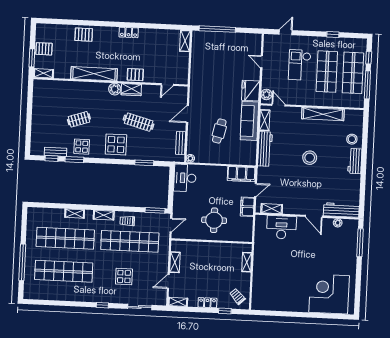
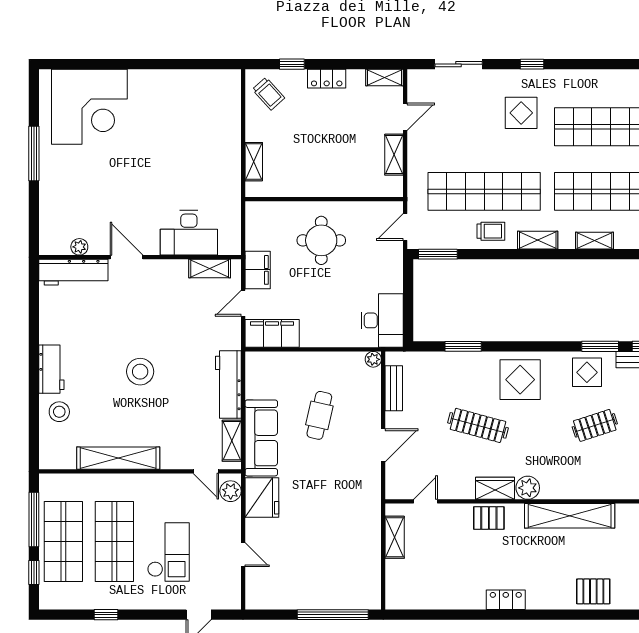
shelving: (185, 41) -> (395, 537), moved
window: (360, 243) -> (34, 154), moved
display table: (124, 277) -> (521, 113), moved

